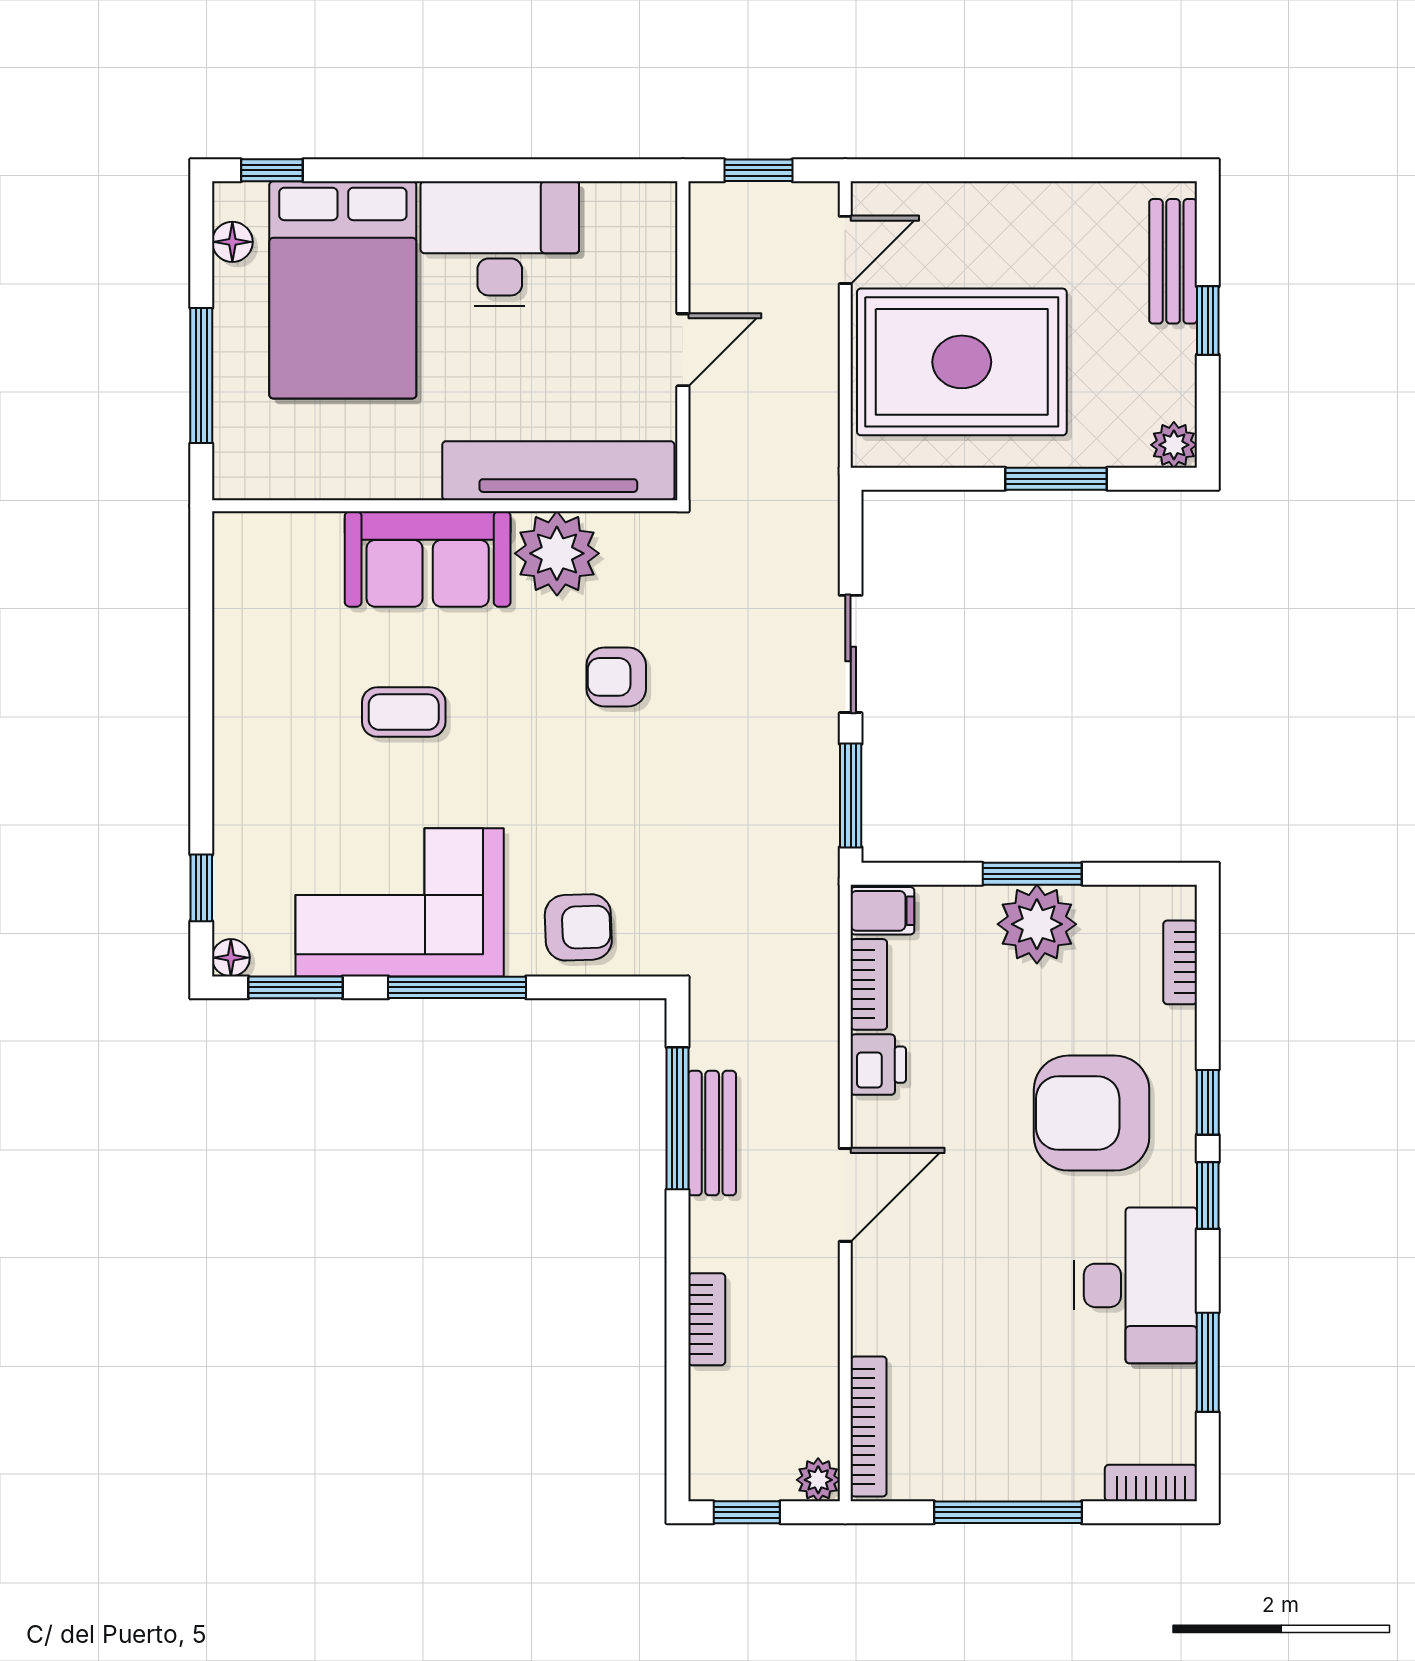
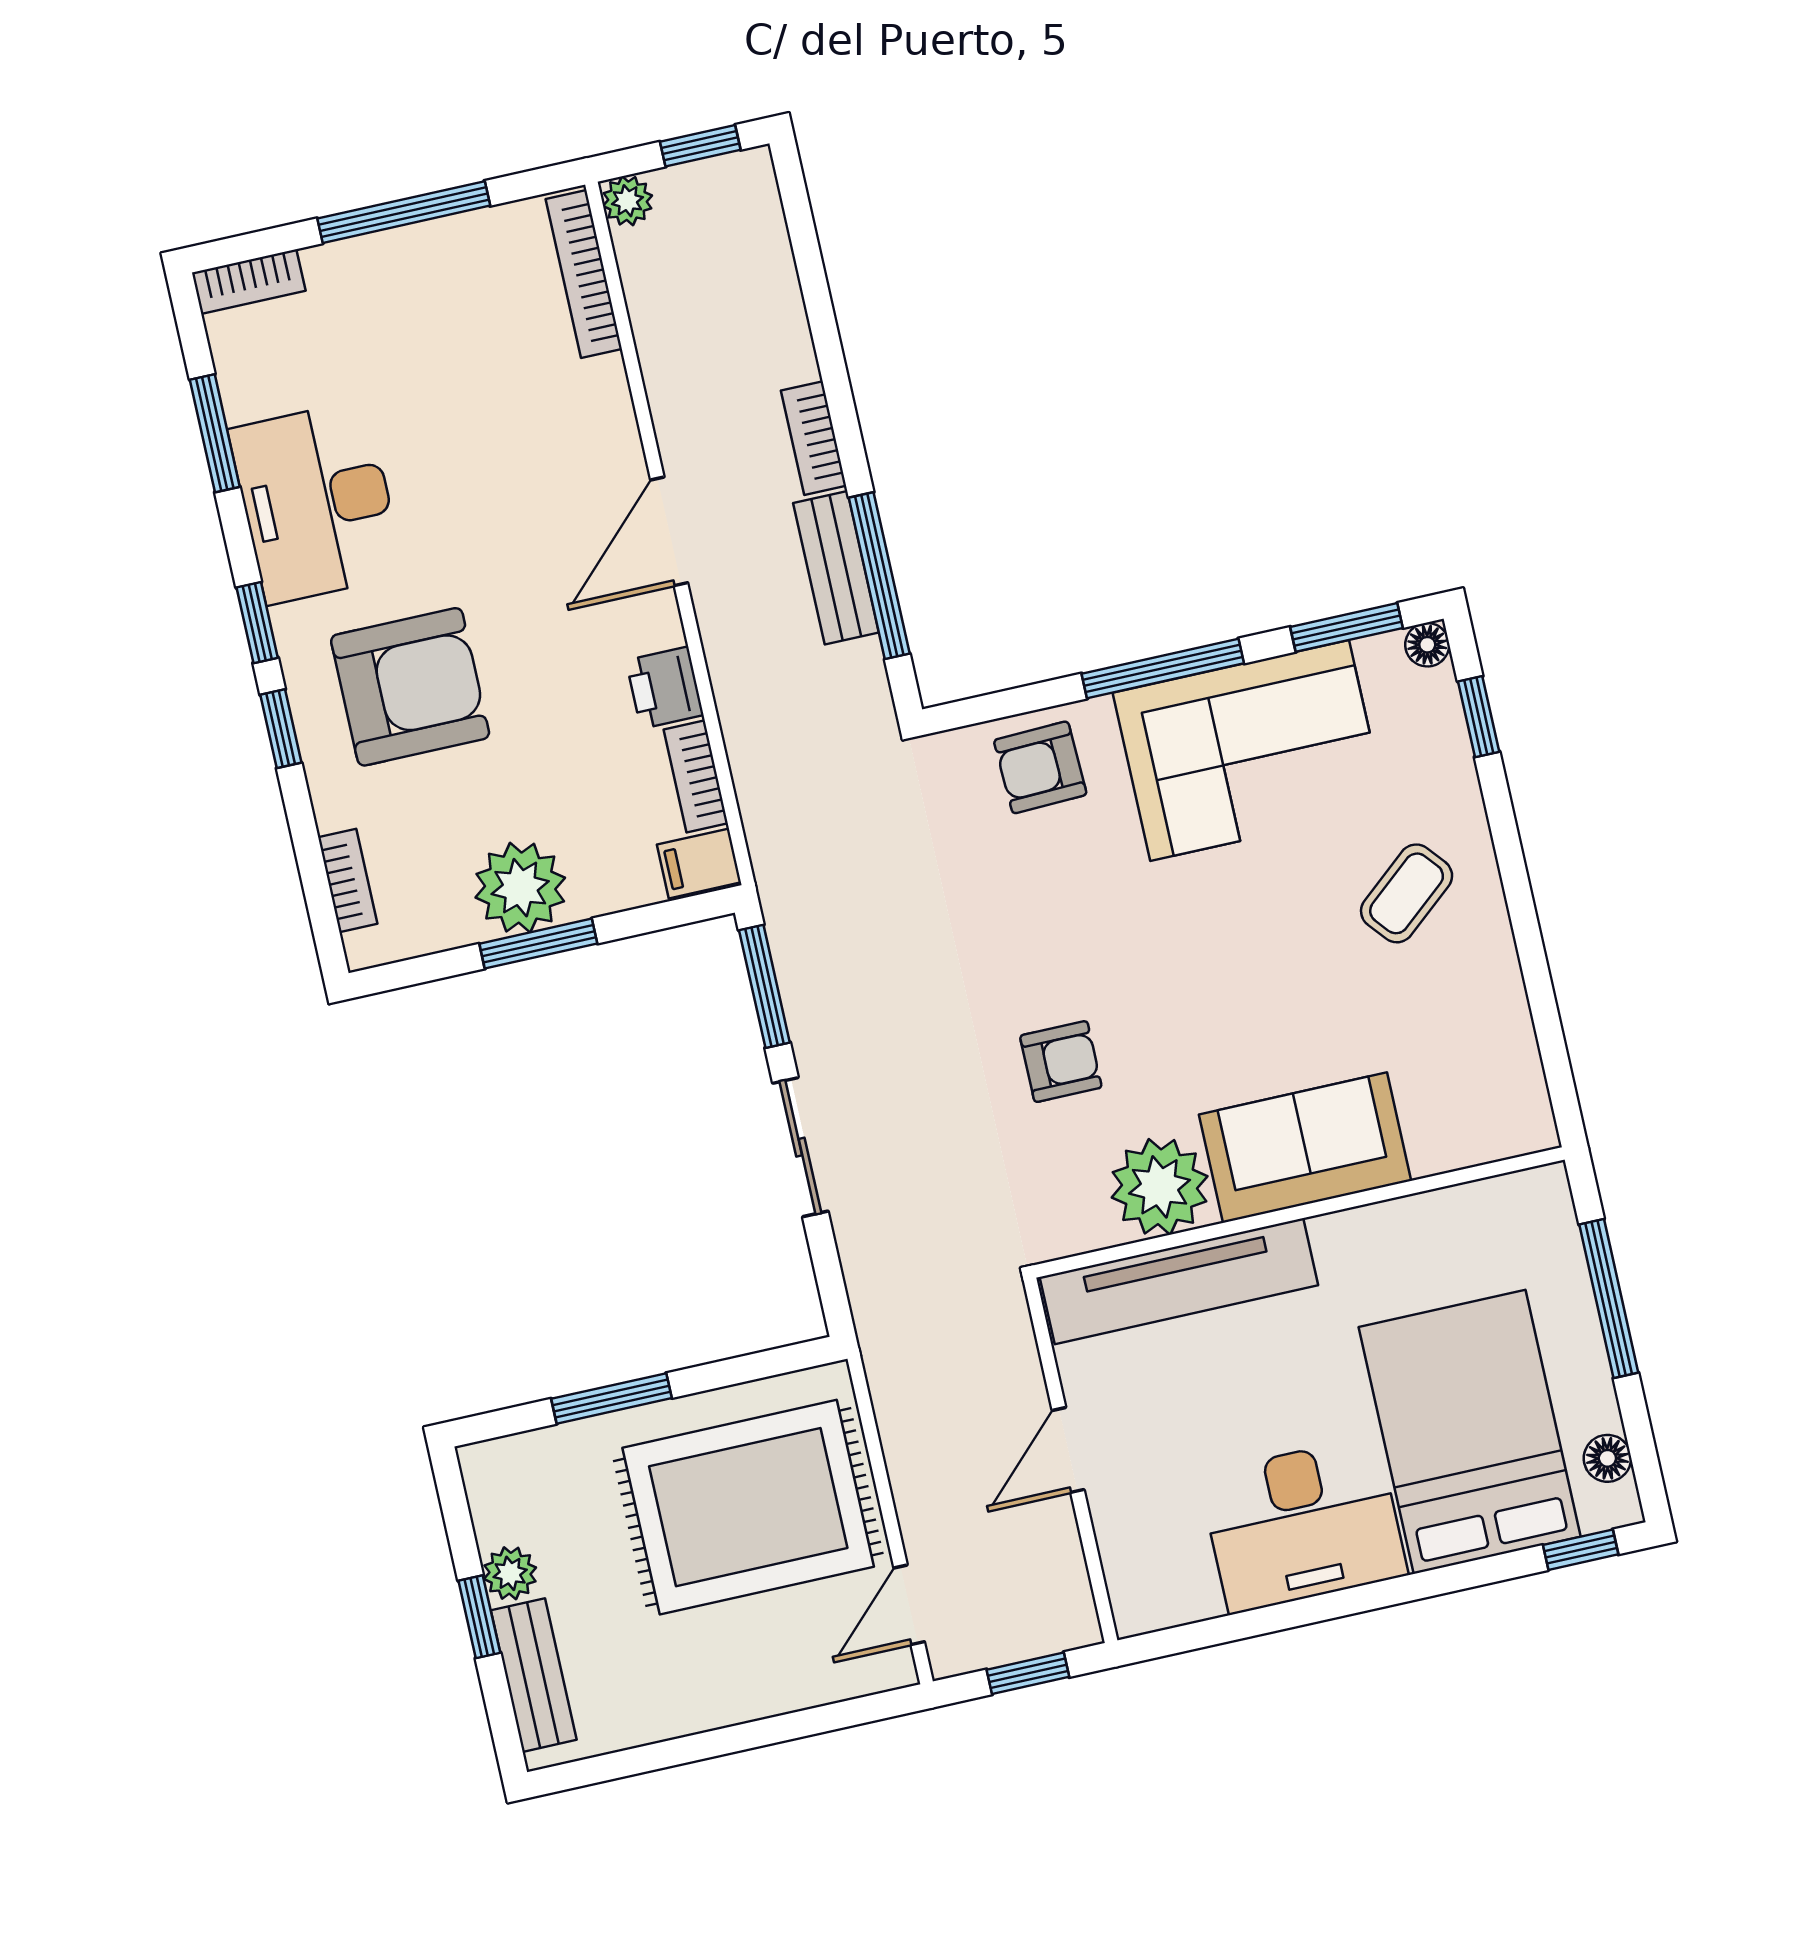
plant: (1174, 445) -> (510, 1573), moved
coffee table: (404, 712) -> (1407, 893), moved, turned -40
bookcase: (707, 1319) -> (814, 438), moved

